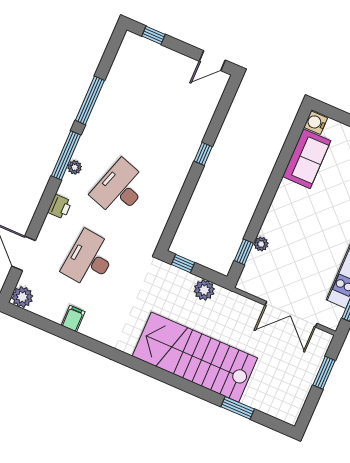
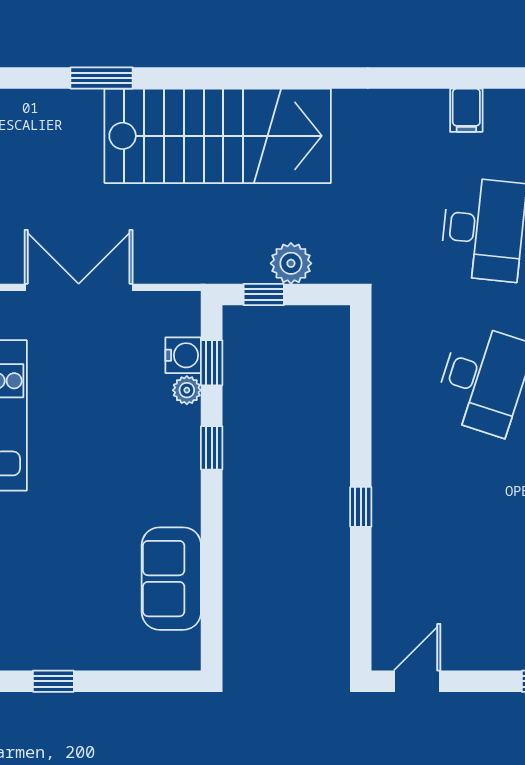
water cooler: (316, 123) -> (183, 355), moved
window: (261, 212) -> (212, 448), added
window: (183, 264) -> (264, 294), moved
plant: (204, 290) -> (291, 263), moved

